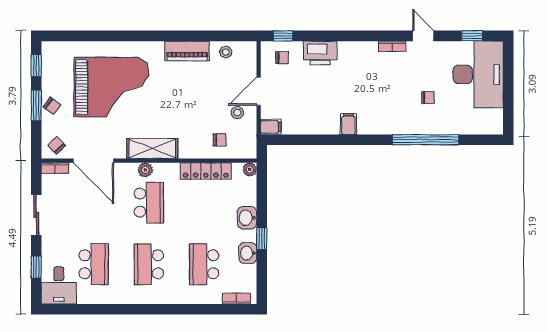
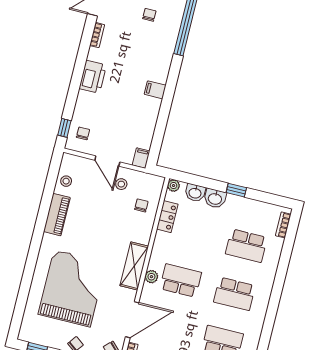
printer: (320, 53) -> (93, 77), moved
locker: (206, 171) -> (167, 217), width x0.66
washbasin: (248, 253) -> (195, 193), moved

